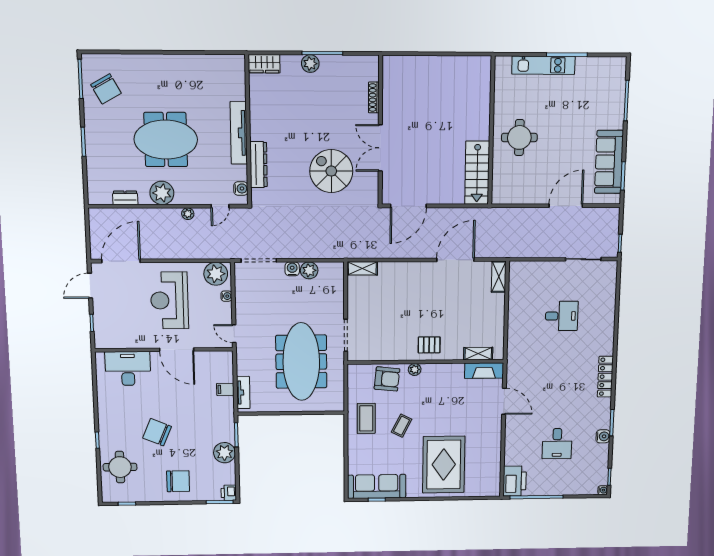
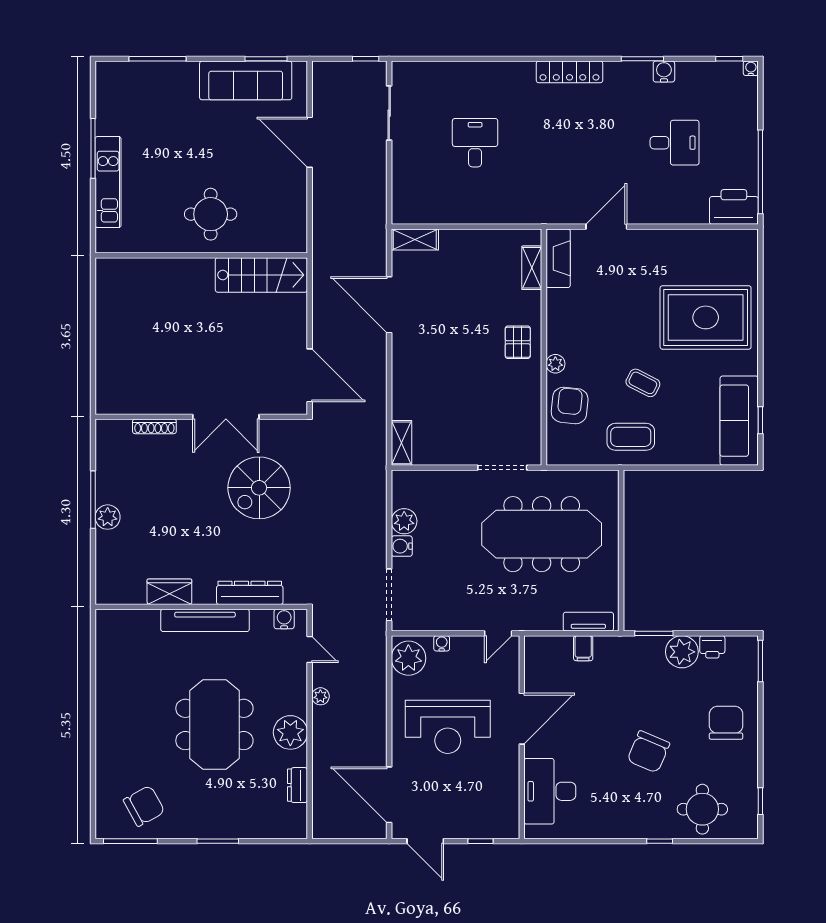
wardrobe: (264, 64) -> (169, 592), moved, turned -90
printer: (229, 493) -> (712, 647), moved

